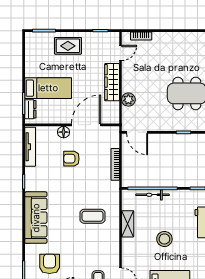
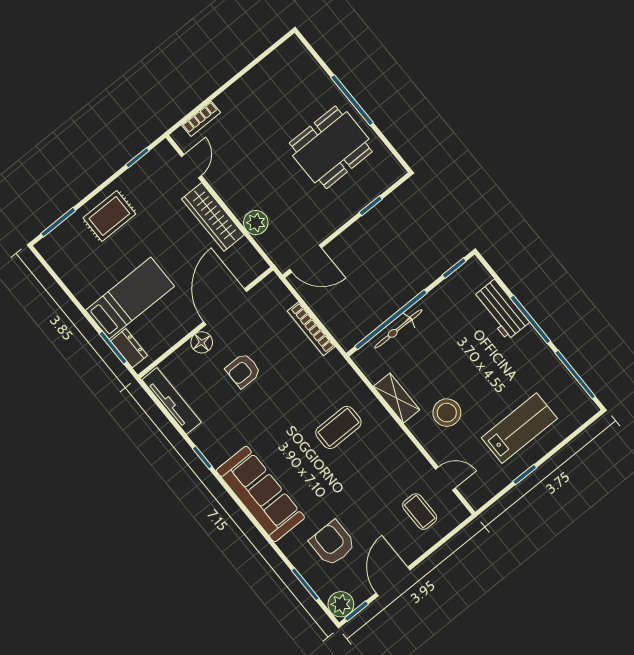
stool: (164, 239) -> (447, 413), moved

